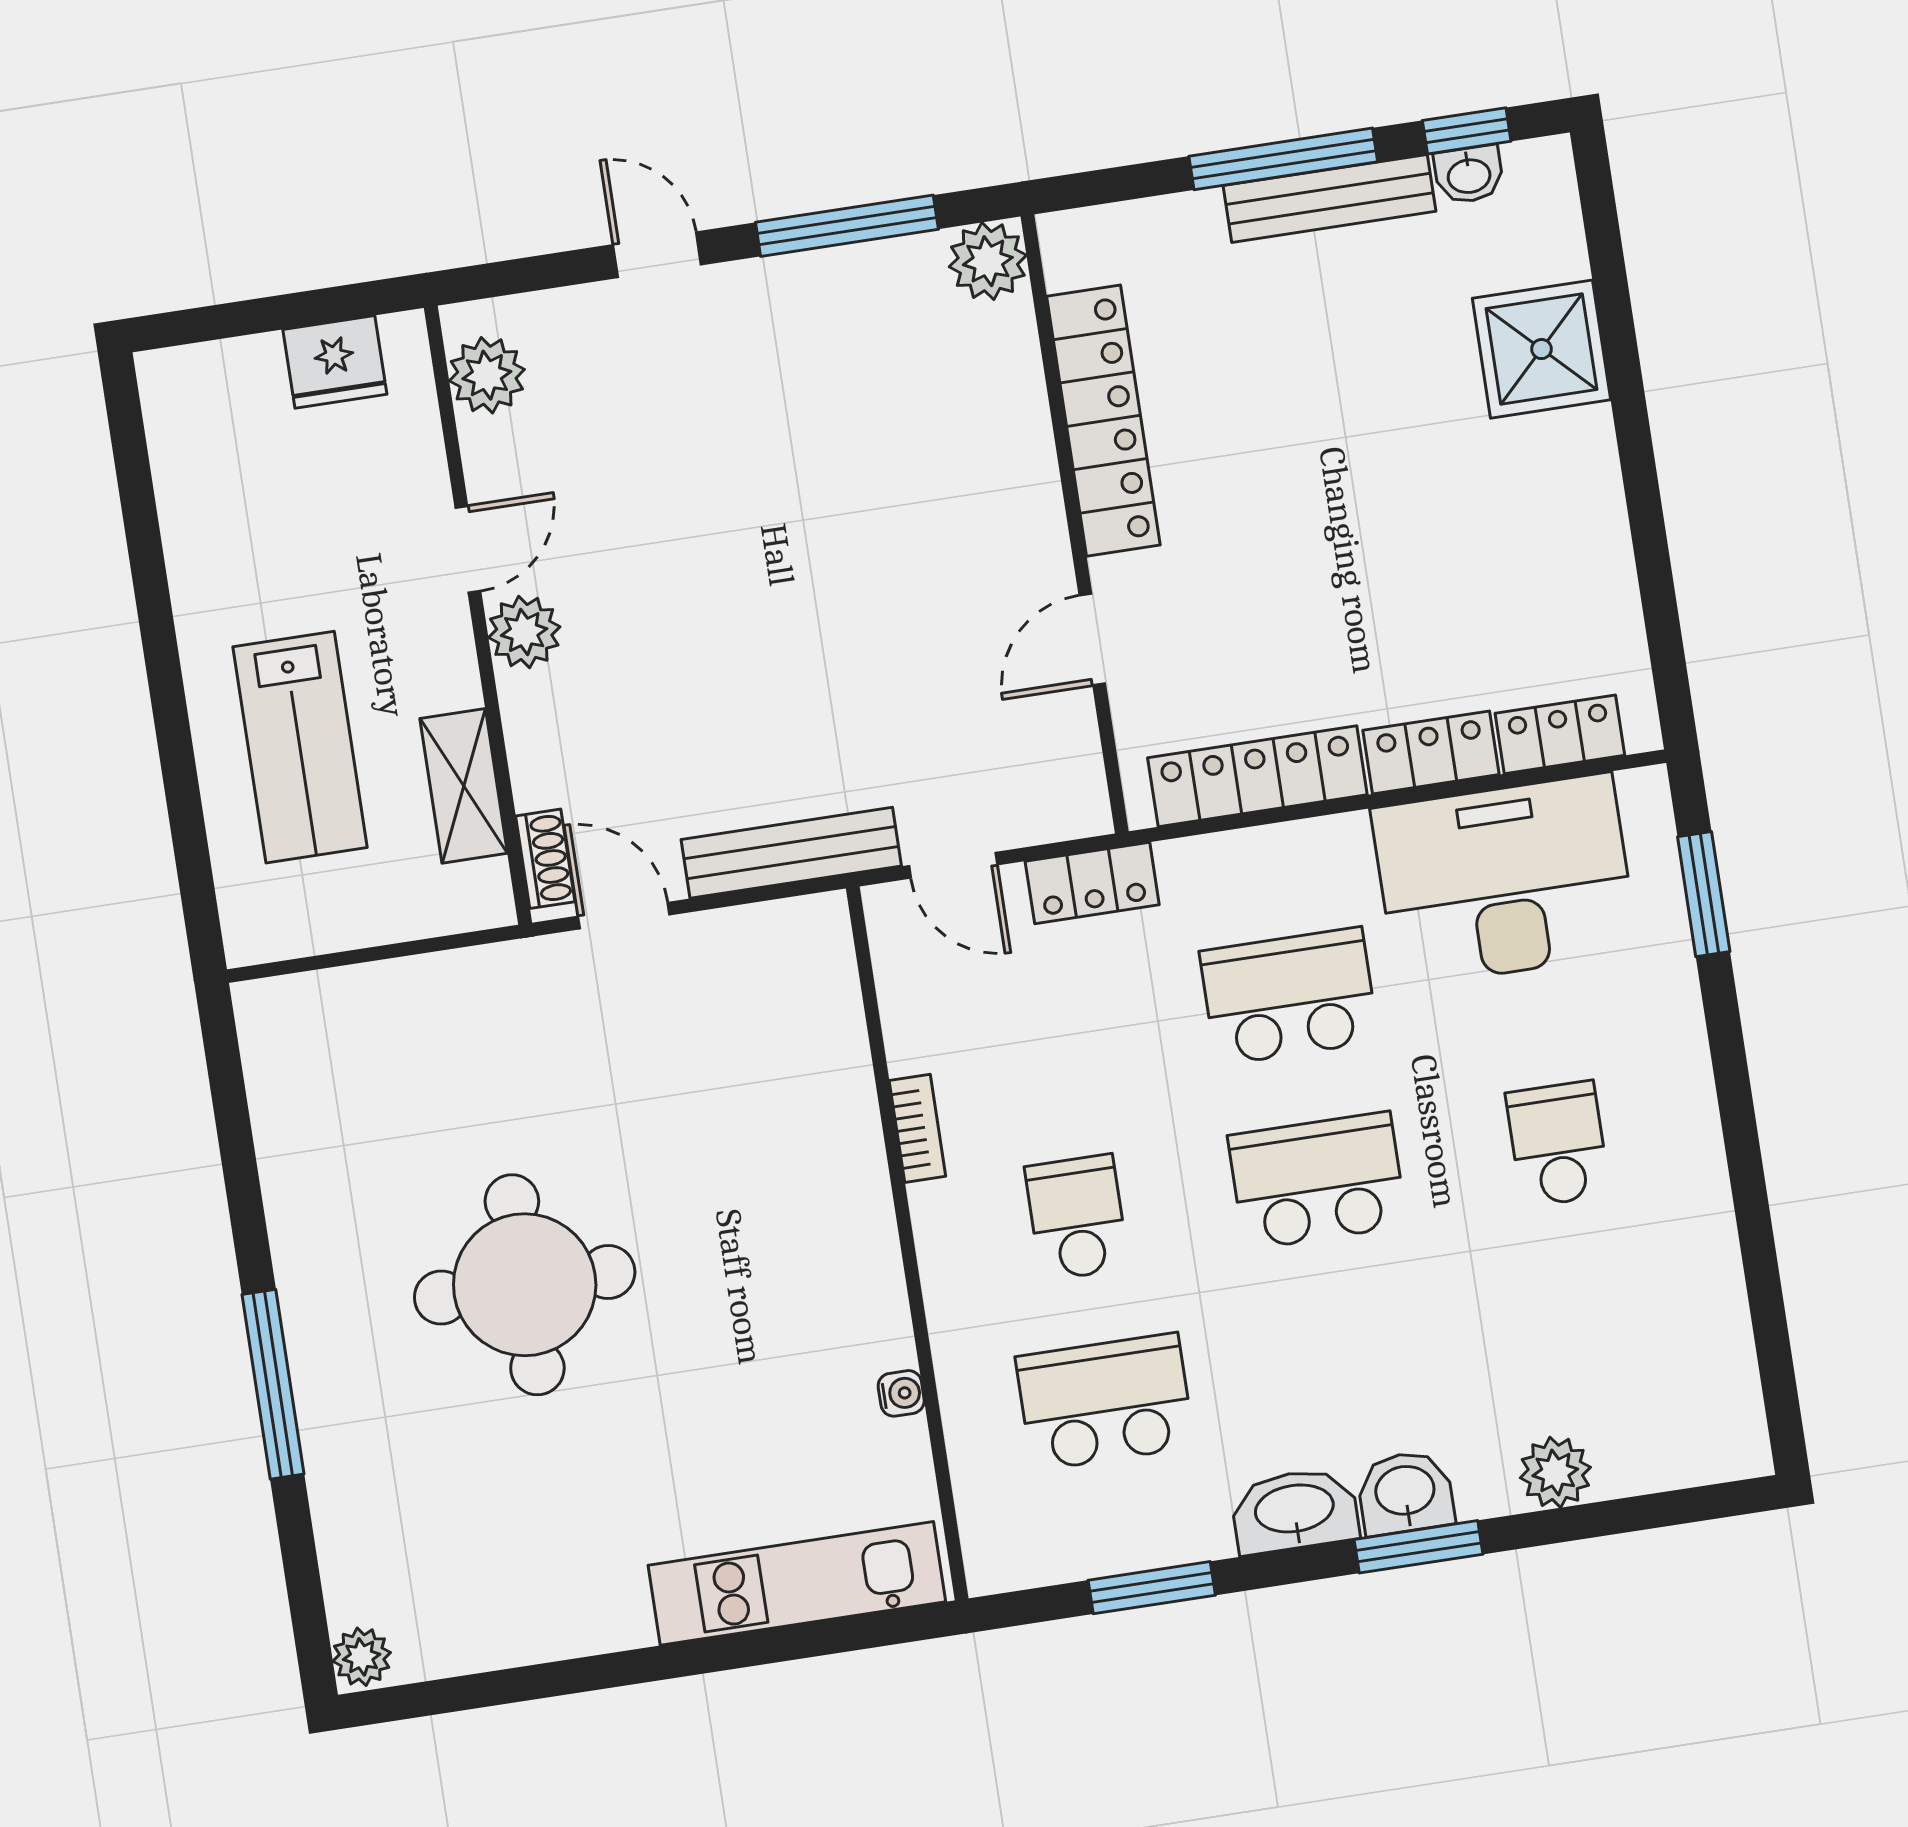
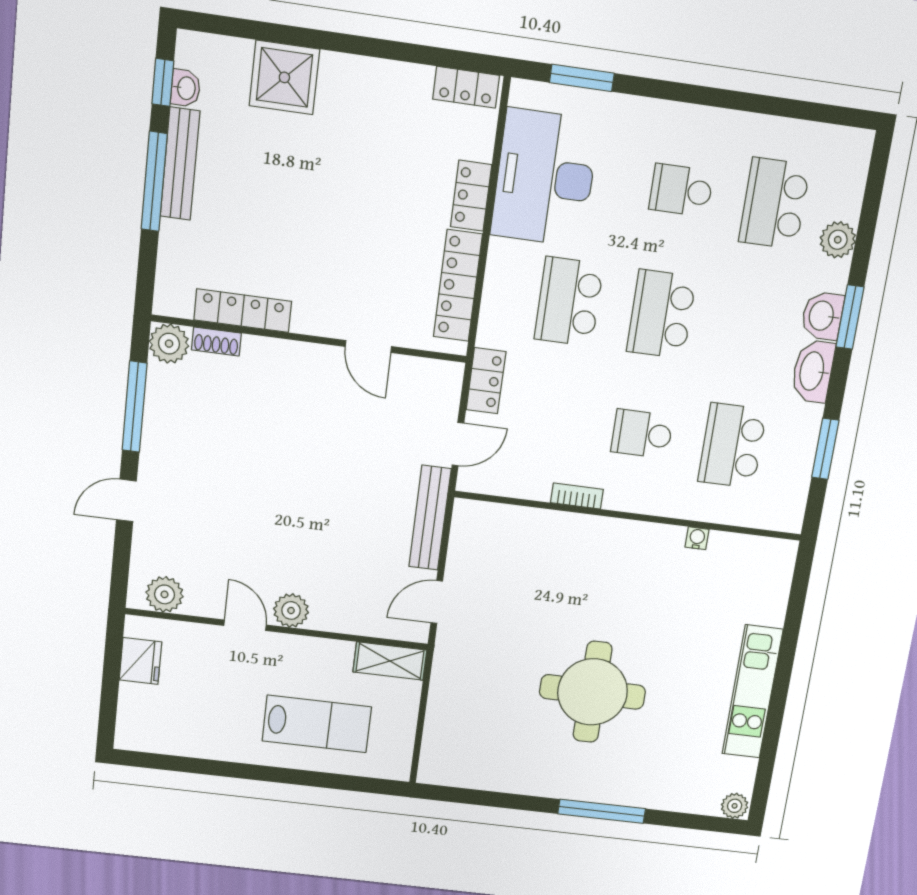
locker: (1103, 421) -> (243, 311), width x0.71, depth x0.83
locker: (1560, 734) -> (466, 87), moved, turned -90
shelving: (464, 786) -> (390, 661), moved
shoe rack: (545, 859) -> (216, 342), moved, turned 180
school desk: (1586, 1328) -> (774, 203), added
kitchen unit: (797, 1583) -> (752, 692), moved

